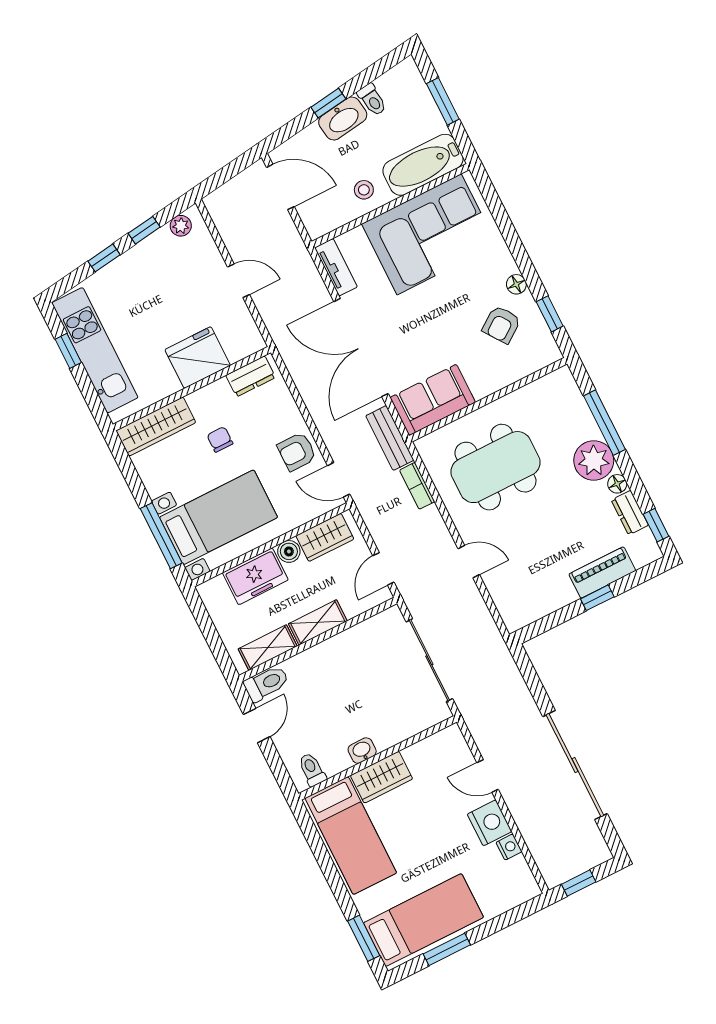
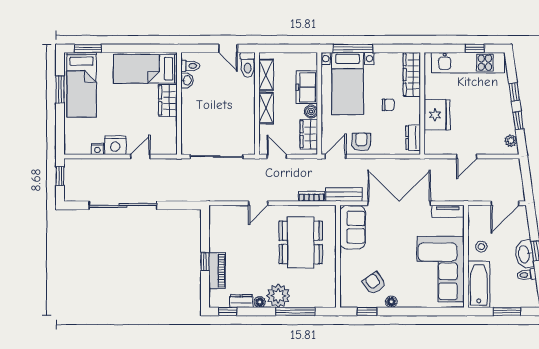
washbasin: (362, 751) -> (187, 80), moved

